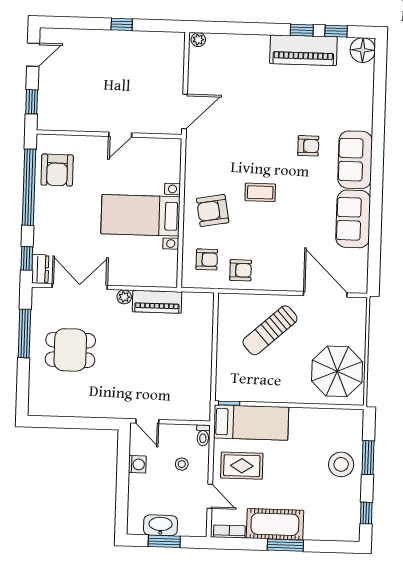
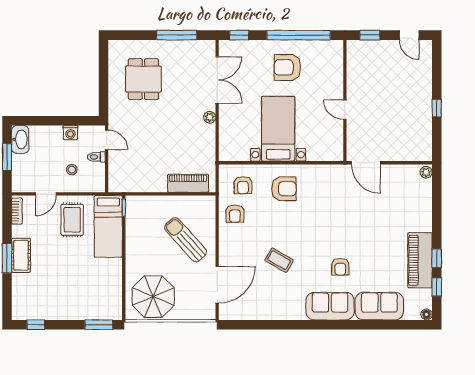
floor lamp: (363, 50) -> (426, 314), width x0.53, depth x0.53
armchair: (57, 170) -> (287, 67), moved
coffee table: (260, 192) -> (279, 260), moved, turned -60
armchair: (213, 211) -> (284, 189), turned 100
sofa: (353, 219) -> (379, 306), moved
dresser: (40, 269) -> (231, 47), removed
piano: (157, 302) -> (188, 183), moved, turned 90
dining table: (70, 350) -> (143, 79), moved
door: (147, 421) -> (107, 140), swing flipped
toilet: (203, 435) -> (96, 157), moved
window: (368, 458) -> (99, 325), moved
stool: (341, 464) -> (76, 302), removed
cot: (275, 524) -> (21, 255), width x0.73, depth x0.75
washbasin: (160, 525) -> (20, 139), moved

